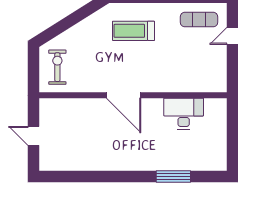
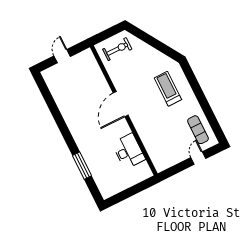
door: (232, 36) -> (198, 158), hinge flipped

